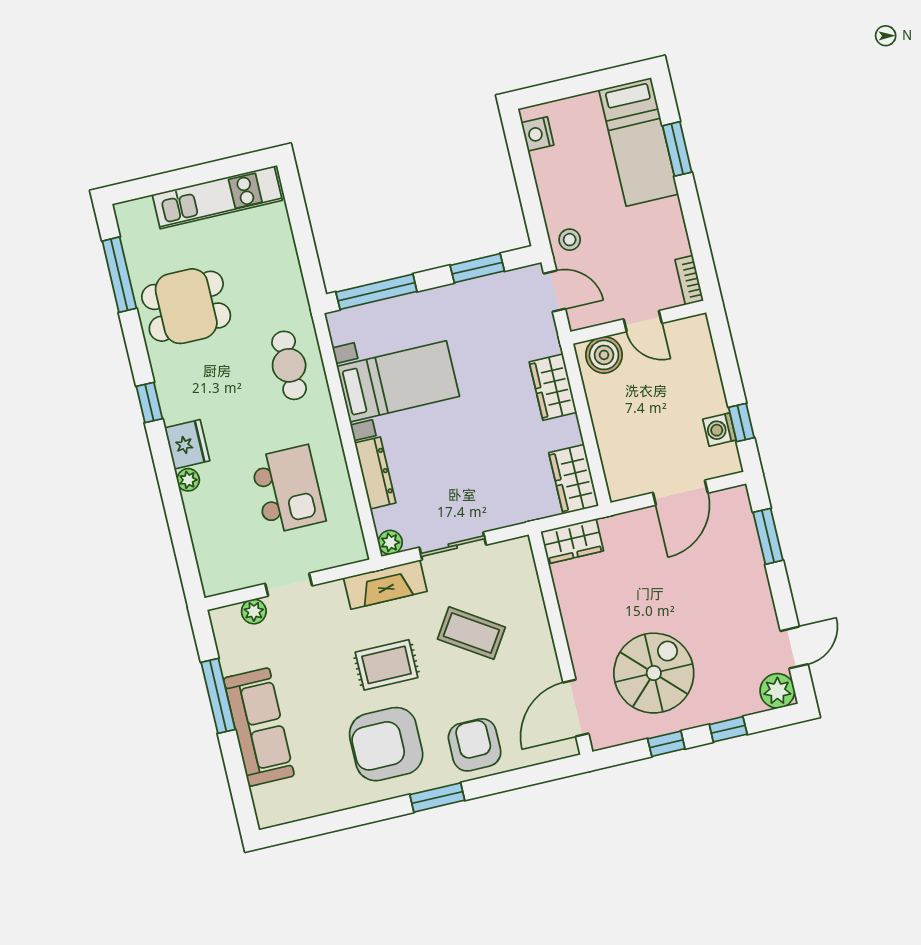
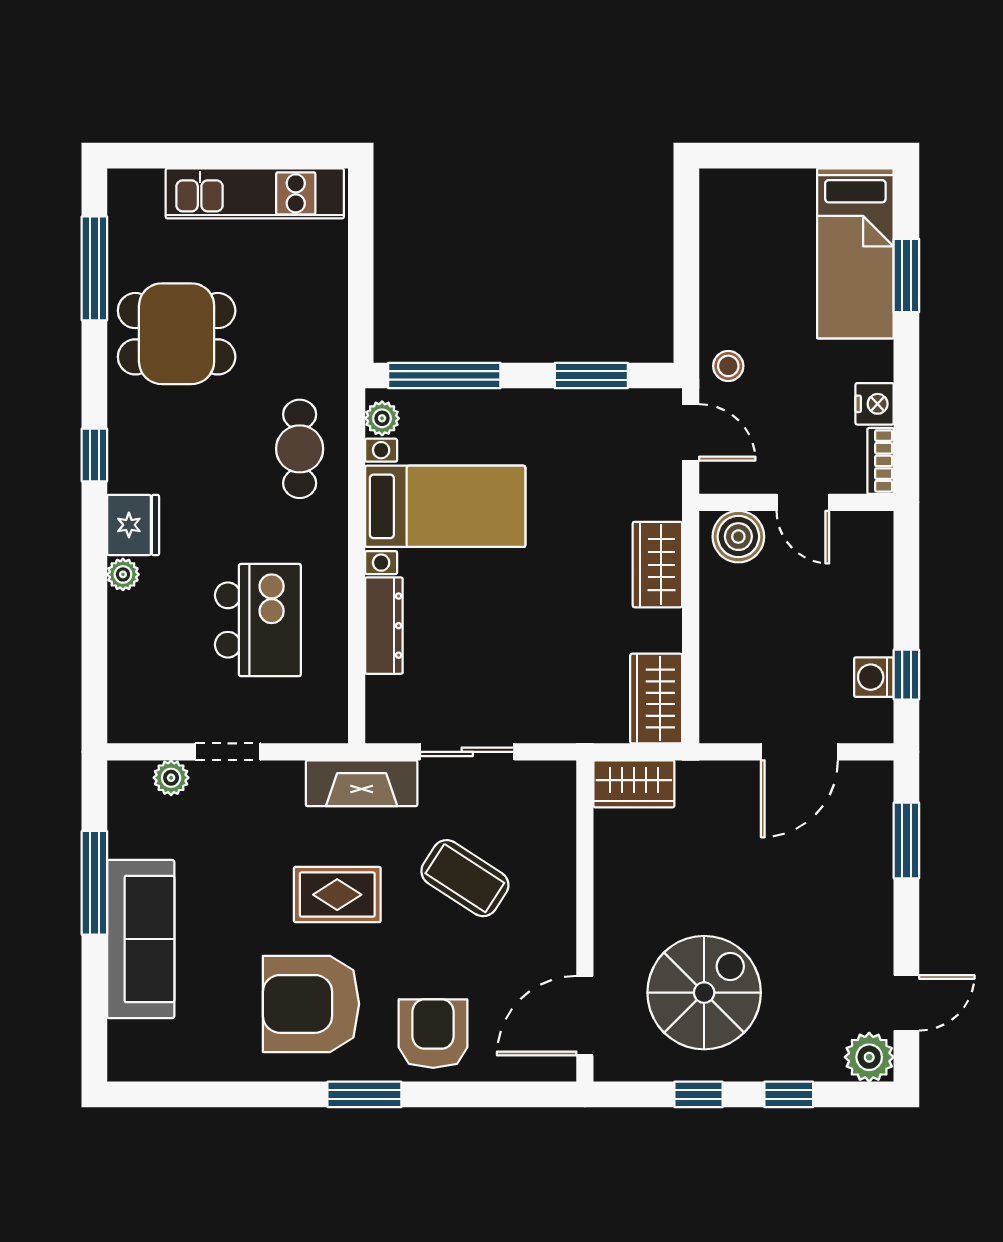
nightstand: (538, 134) -> (875, 404), moved, turned 180
plant: (390, 542) -> (382, 418), moved

